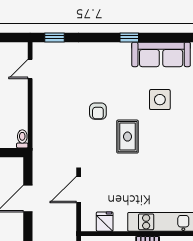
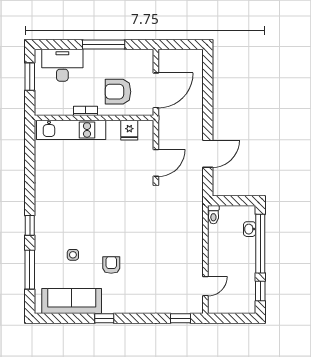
side table: (160, 100) -> (73, 255), width x0.54, depth x0.54
armchair: (98, 111) -> (111, 265), moved
rug: (128, 137) -> (106, 217), removed

